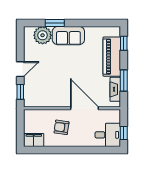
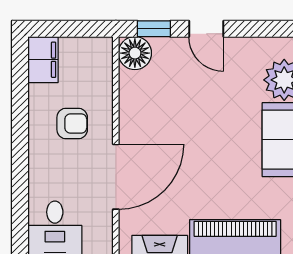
floor lamp: (31, 100) -> (135, 53), added
armchair: (61, 127) -> (72, 124), turned 82

